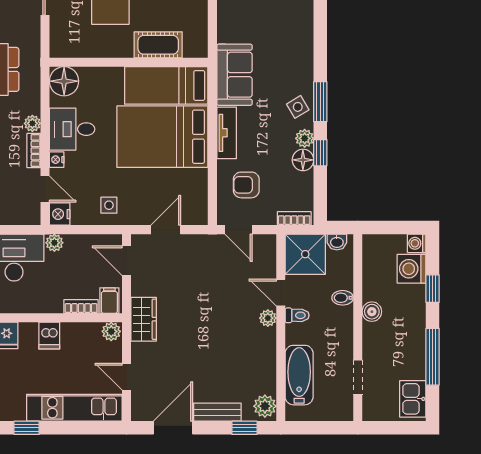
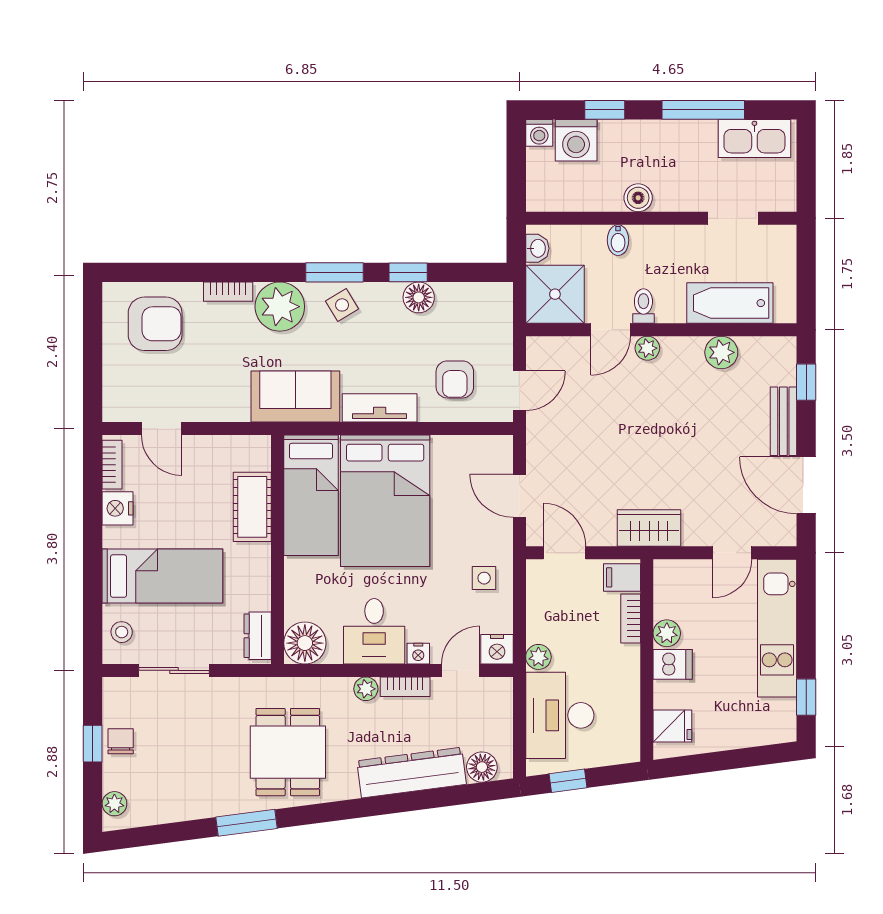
dresser: (69, 49) -> (258, 636), added
plant: (305, 138) -> (280, 307), moved, width x1.88, depth x1.88
bookcase: (294, 218) -> (228, 292), moved, turned -90
door: (127, 261) -> (564, 553), swing flipped
plant: (111, 331) -> (667, 633), moved
kitchen sink: (413, 399) -> (754, 139), width x1.38
plant: (265, 406) -> (721, 352), moved

